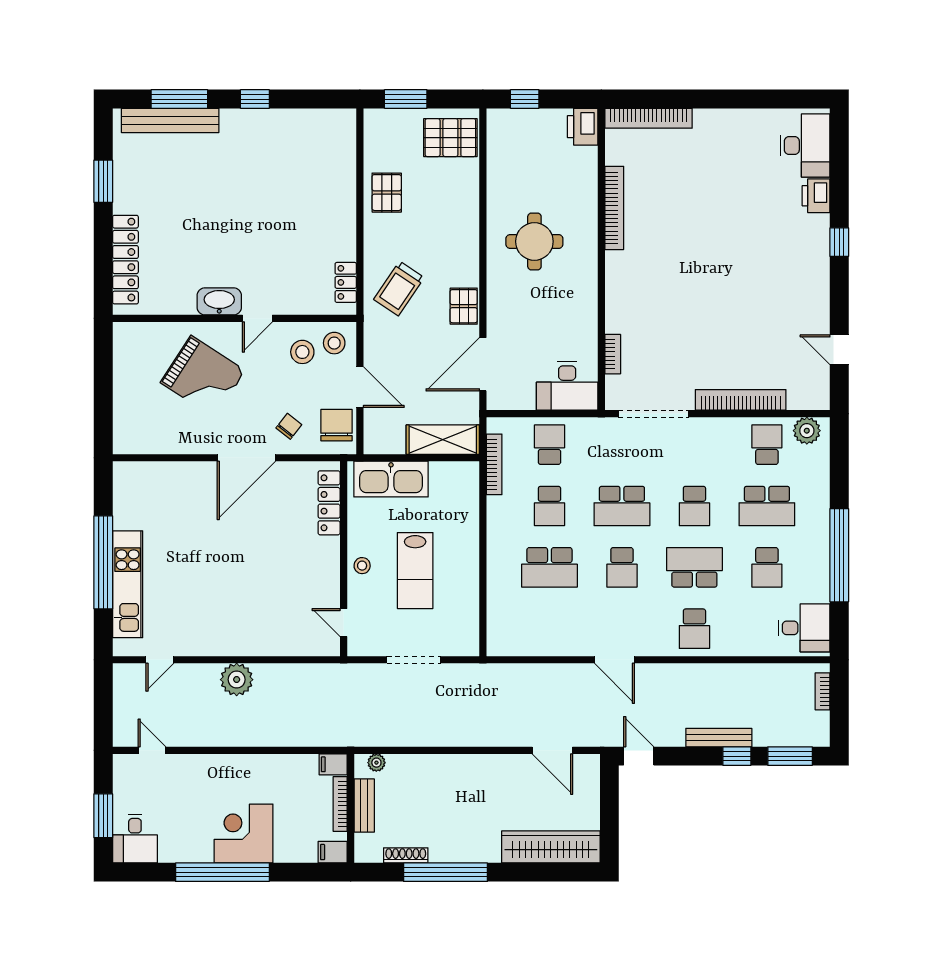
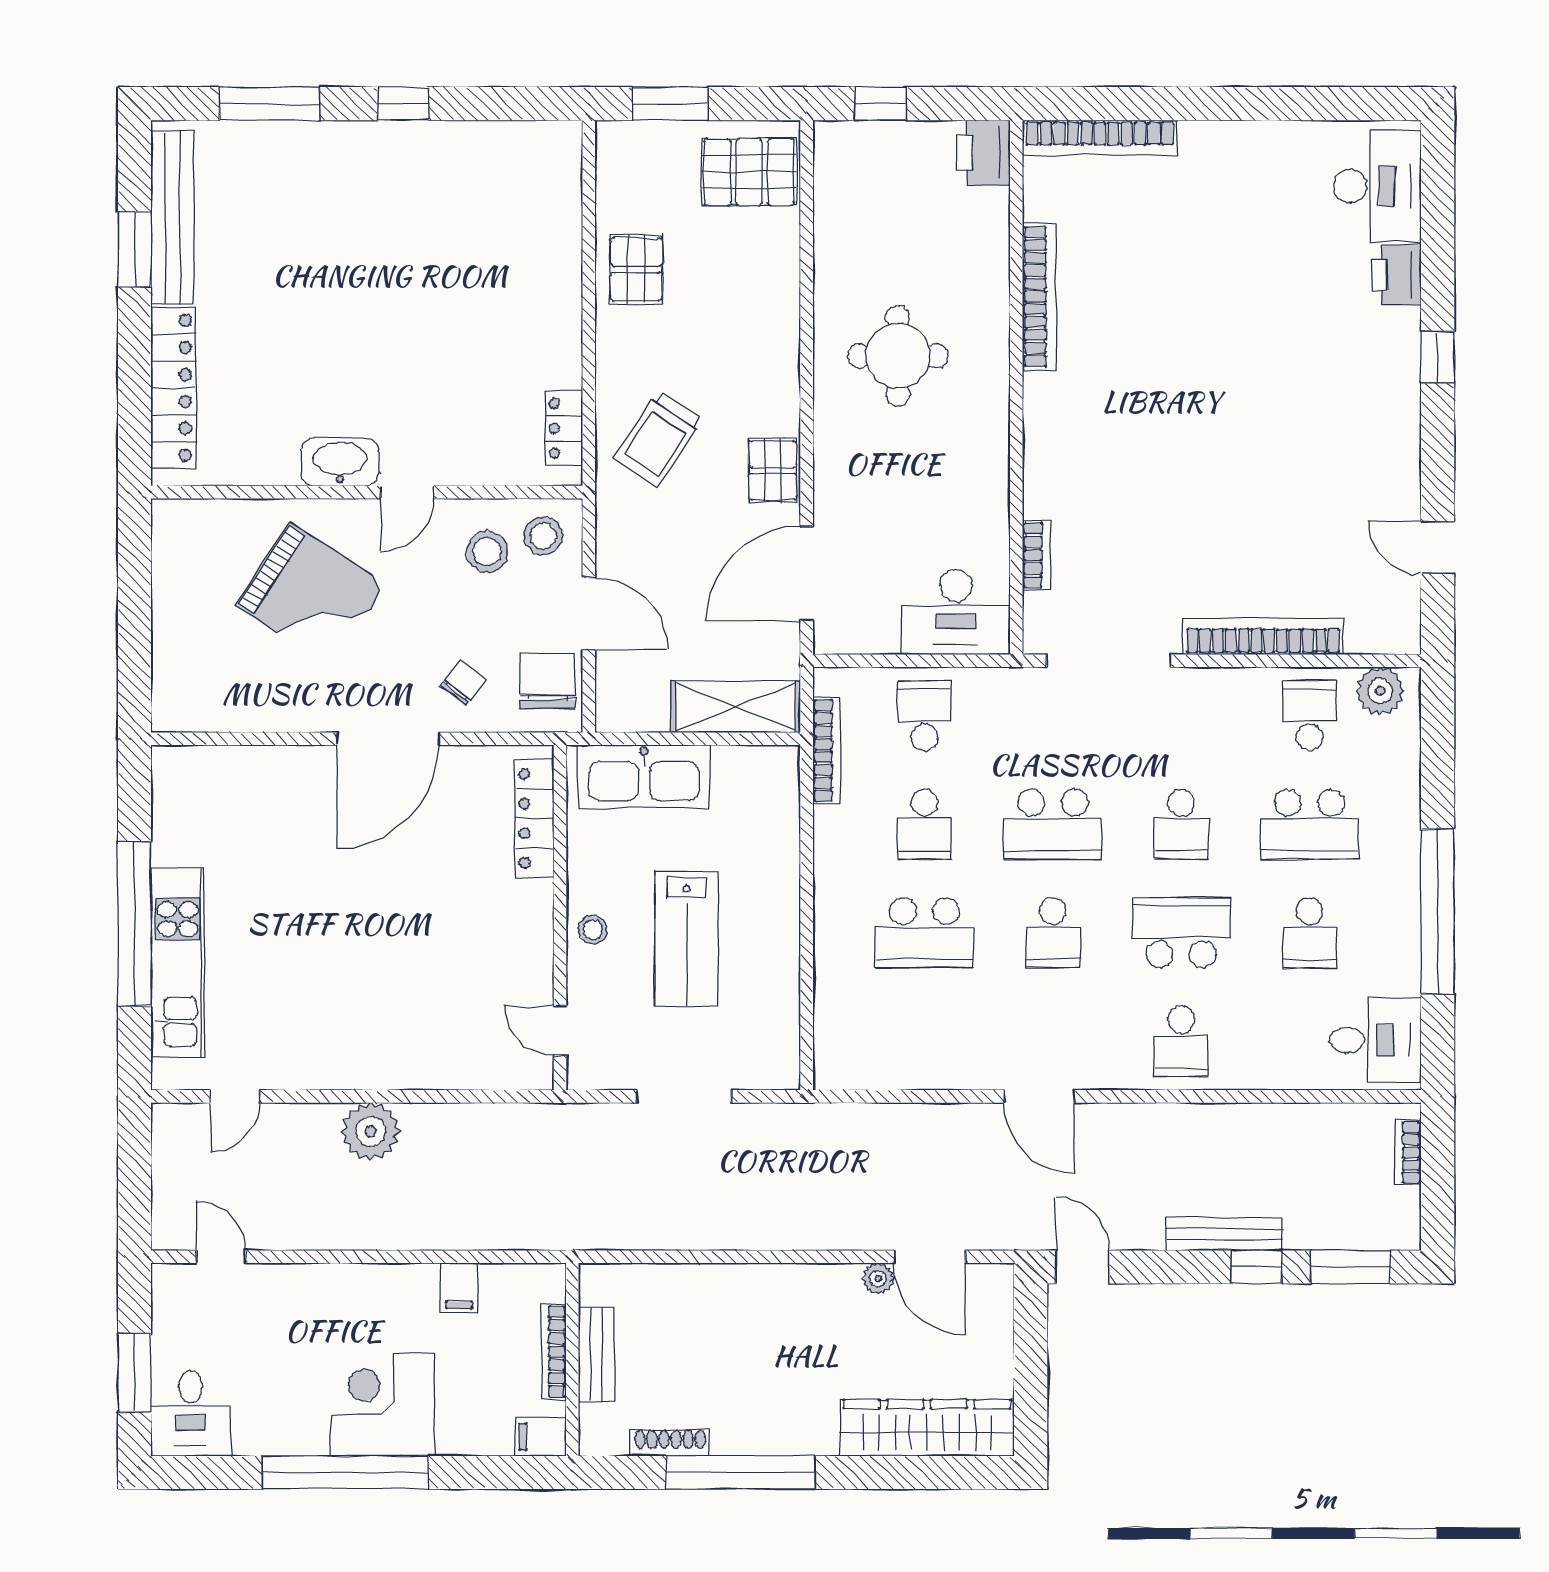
bench: (170, 120) -> (172, 218), moved, turned 90
plant: (376, 763) -> (878, 1279), moved
filing cabinet: (333, 764) -> (459, 1288), moved, turned -90

